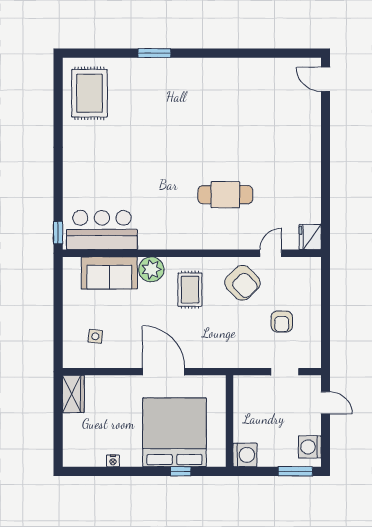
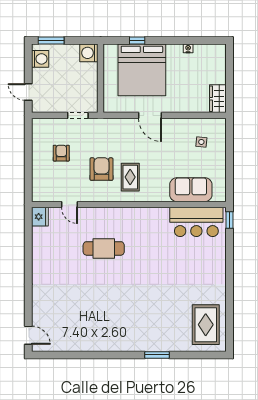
door: (271, 253) -> (69, 204), hinge flipped
plant: (151, 269) -> (159, 192), removed
armchair: (242, 283) -> (101, 169), moved, turned 44
door: (164, 372) -> (150, 115), width x0.73
doorway: (285, 372) -> (78, 115), moved

